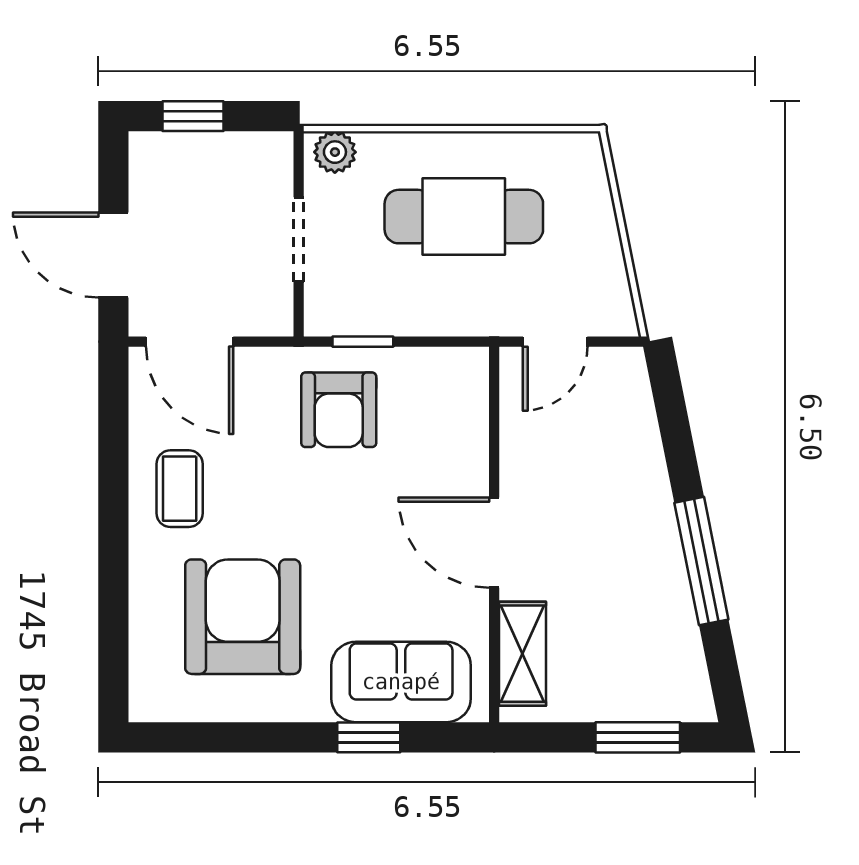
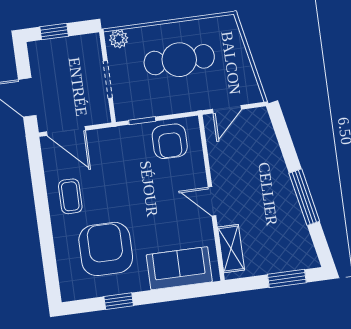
armchair: (339, 410) -> (170, 141), moved
door: (494, 543) -> (212, 201), width x0.73
window: (369, 737) -> (119, 301), moved

